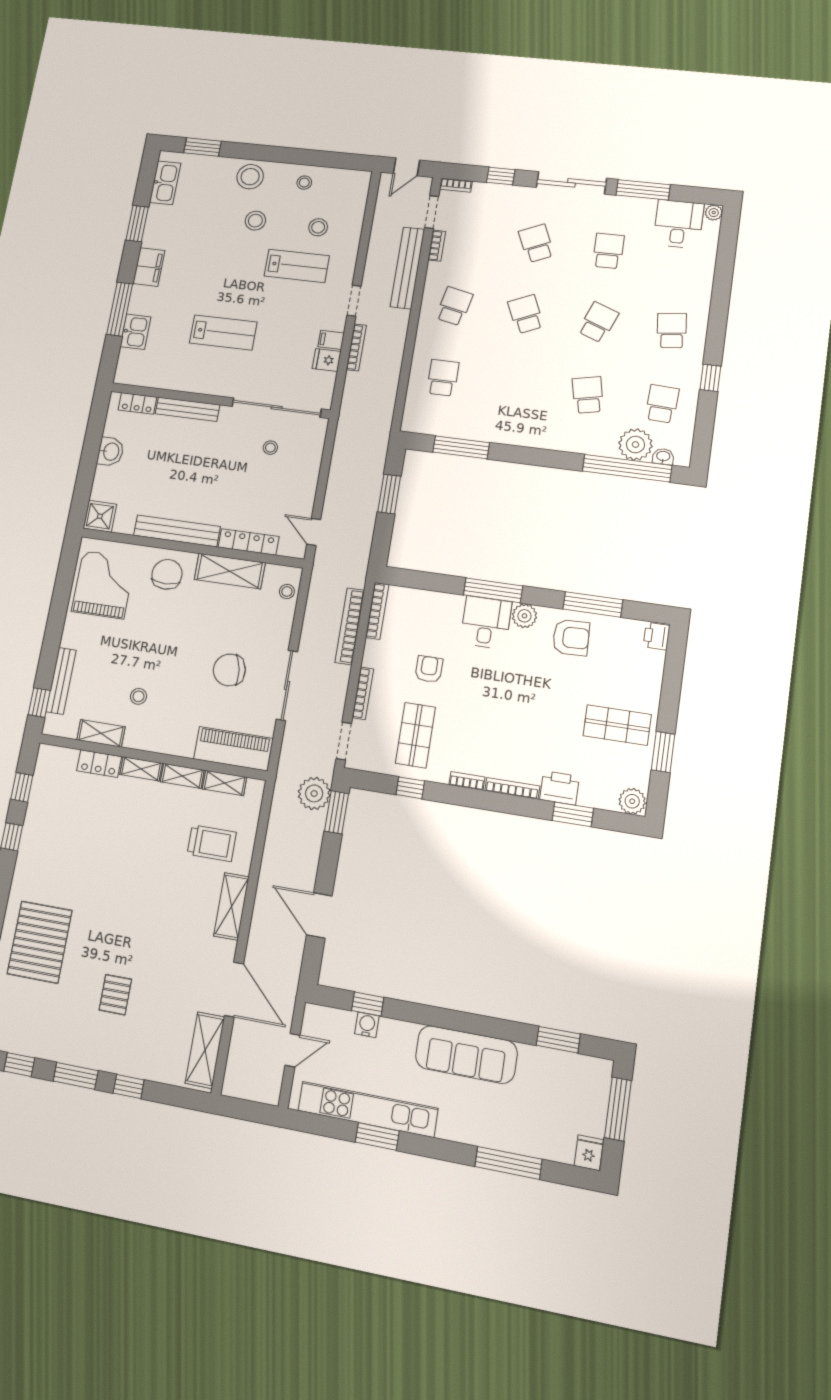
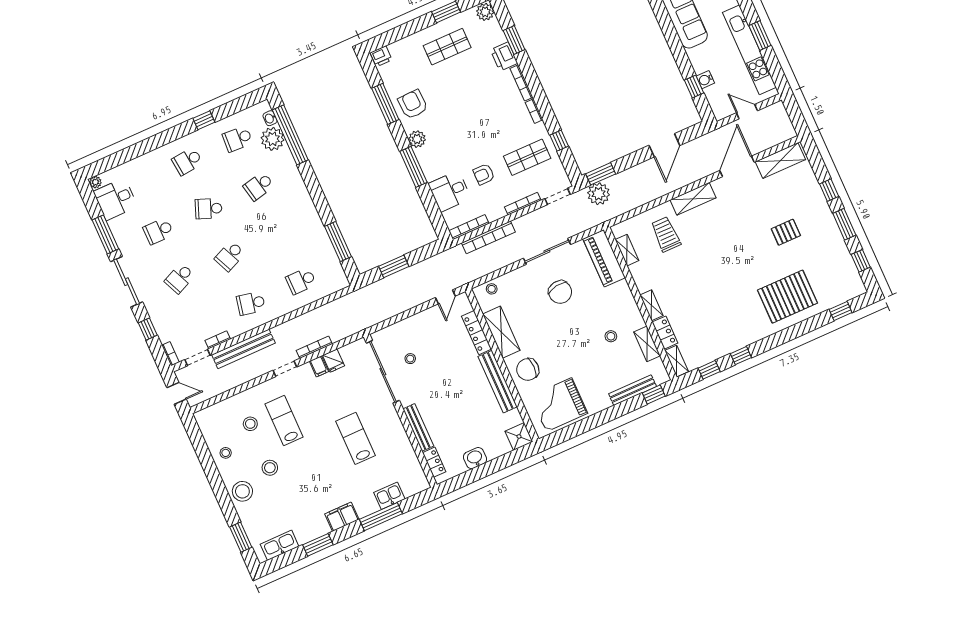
desk: (486, 622) -> (450, 191), moved
shop shelf: (617, 725) -> (447, 47), turned 90
shelving: (182, 776) -> (677, 361), moved

